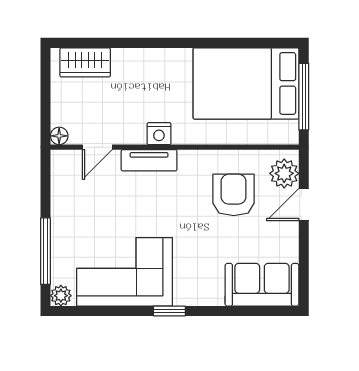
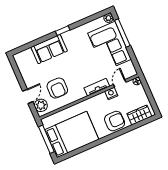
armchair: (143, 72) -> (115, 121), added
nightstand: (159, 134) -> (111, 93), moved
corner sofa: (125, 272) -> (109, 46), moved, turned 90
sofa: (262, 285) -> (49, 49), moved

